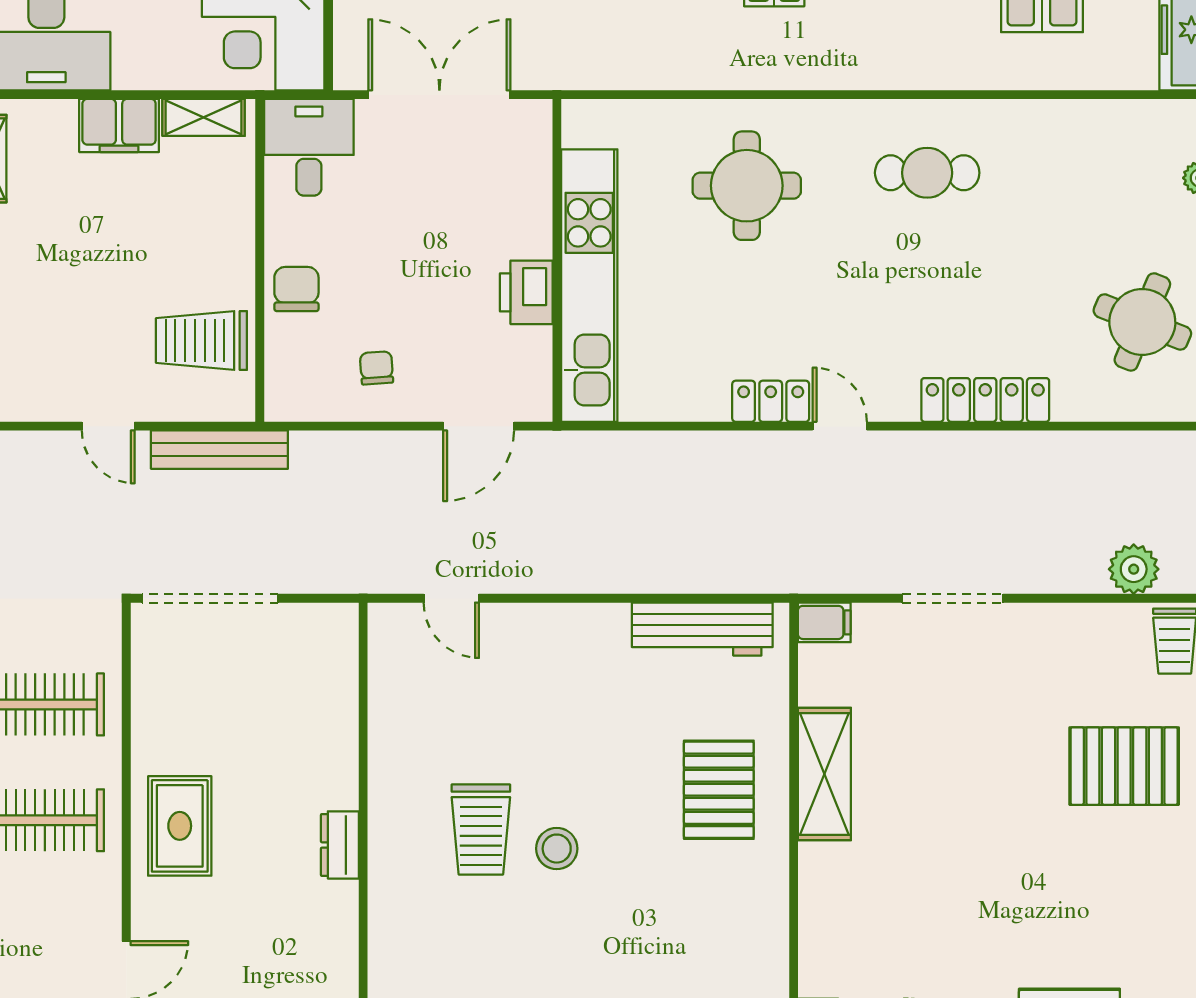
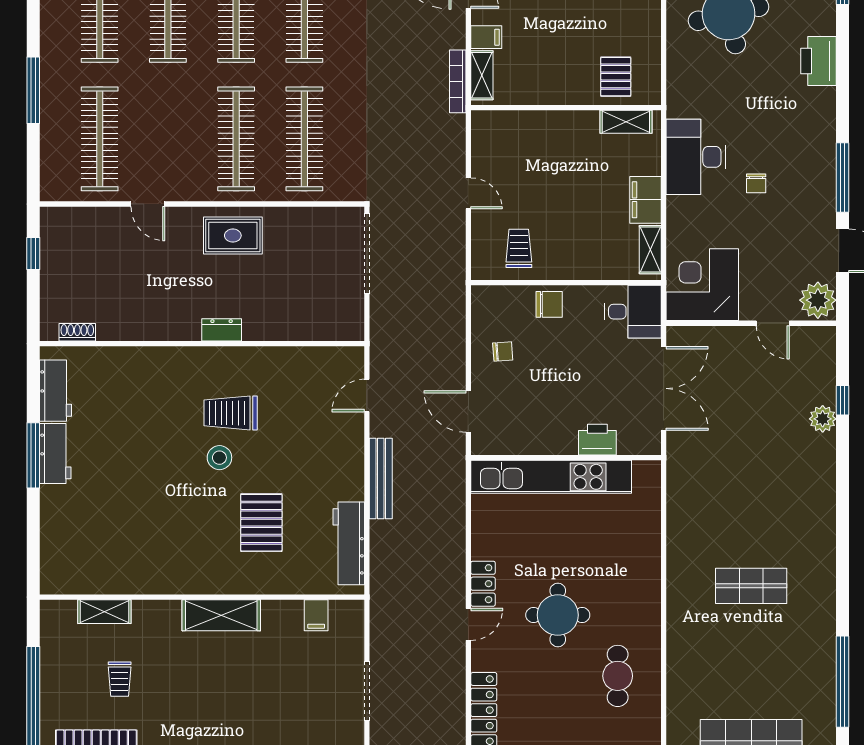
round table: (747, 186) -> (558, 615), moved
printer: (526, 292) -> (597, 440), moved
trolley: (201, 340) -> (519, 248), width x0.73, depth x0.72
door: (108, 426) -> (468, 193), swing flipped
bench: (219, 450) -> (381, 479), moved
filing cabinet: (824, 622) -> (316, 615), moved
shelving: (824, 774) -> (221, 615), moved
pallet: (719, 790) -> (261, 523), moved, turned 90

